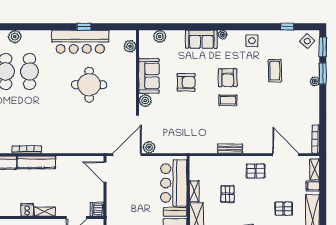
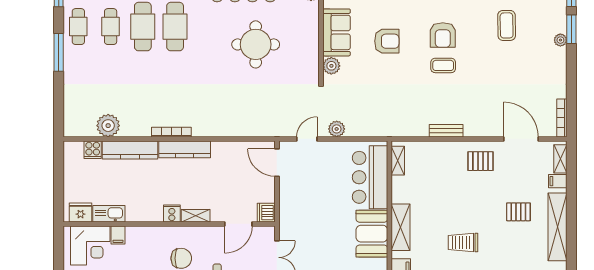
door: (127, 155) -> (307, 139), width x0.53
shelving: (194, 191) -> (398, 161), moved
pallet: (228, 194) -> (443, 192), removed

